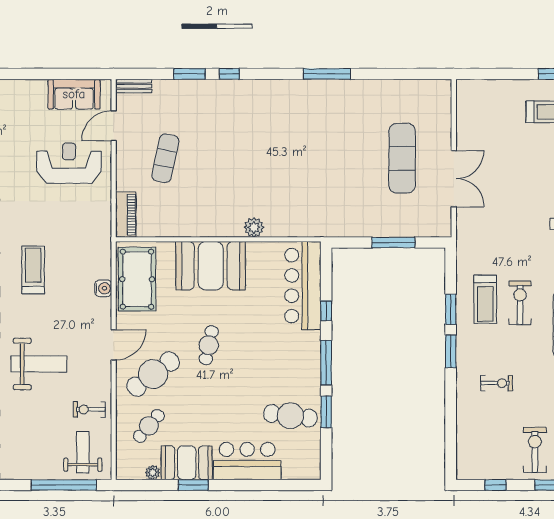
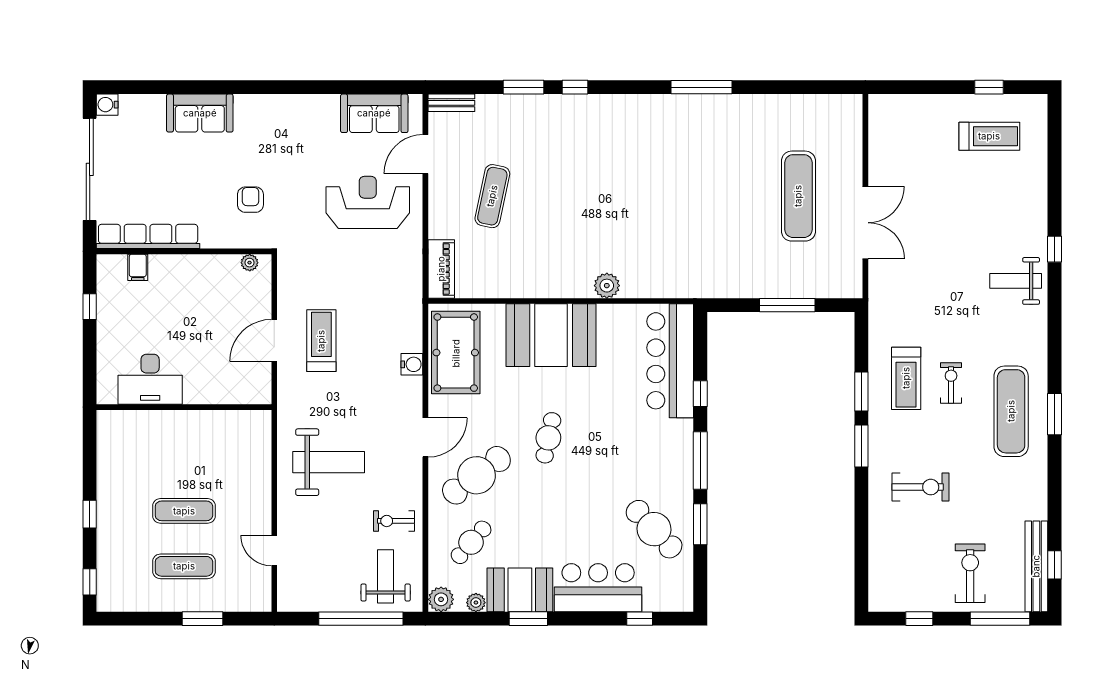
exercise bike: (520, 303) -> (951, 383), width x0.73, depth x0.72
exercise bike: (496, 383) -> (921, 487), width x1.38, depth x1.39
cafe table: (290, 416) -> (654, 529), turned 40
plant: (126, 470) -> (441, 599), added
window: (279, 485) -> (640, 619), added

